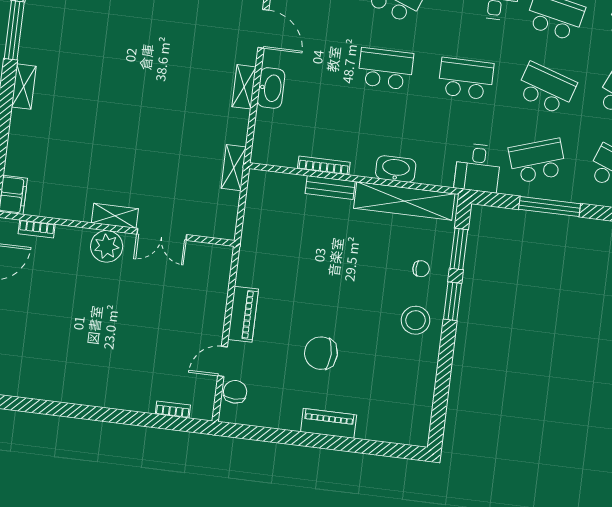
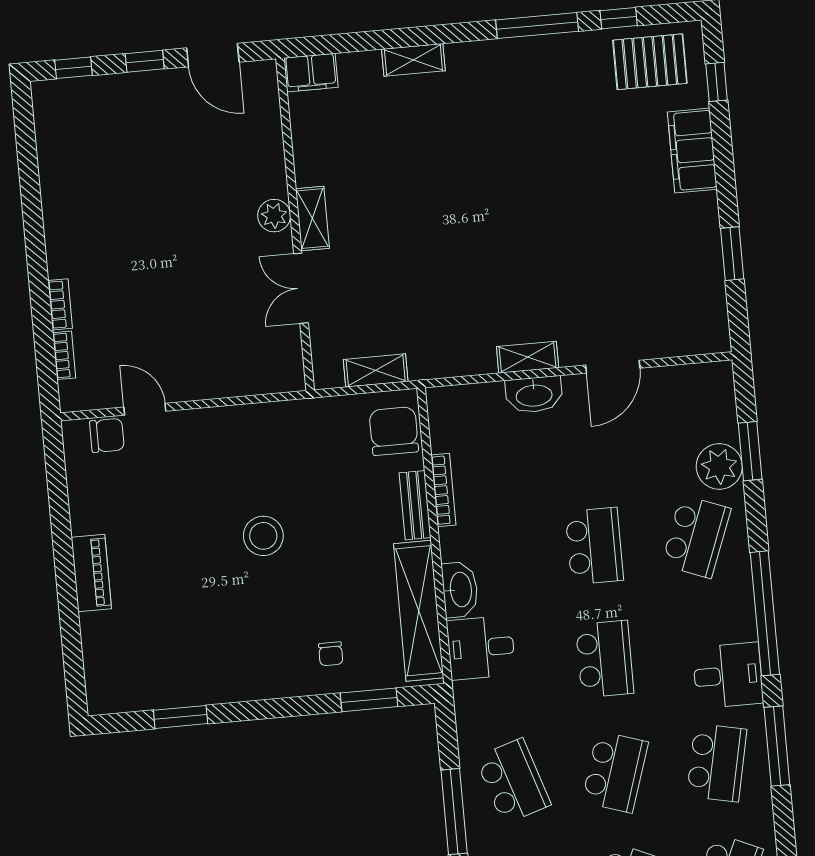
shelving: (24, 87) -> (413, 60), moved
shelving: (234, 168) -> (376, 370), moved
desk: (478, 168) -> (481, 648), moved
bookcase: (37, 229) -> (60, 304), moved, turned 180
plant: (107, 246) -> (274, 216), width x0.73, depth x0.73
window: (452, 301) -> (181, 717), moved
piano: (243, 314) -> (216, 423), removed
stool: (415, 320) -> (263, 536), moved
chair: (321, 353) -> (394, 431), moved

